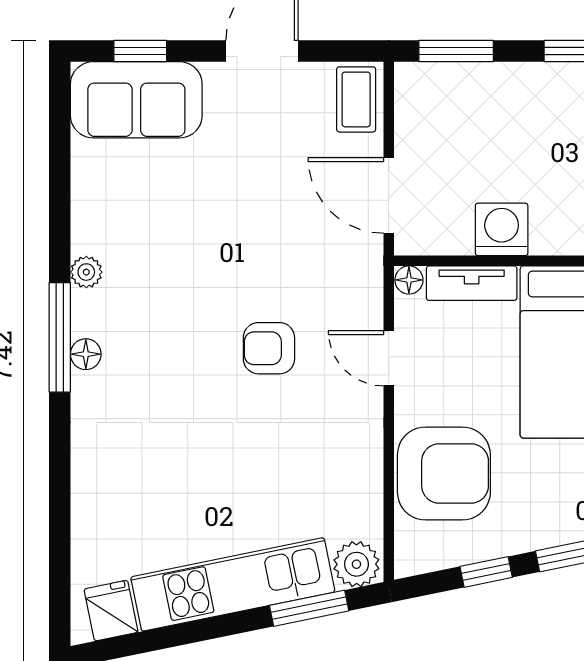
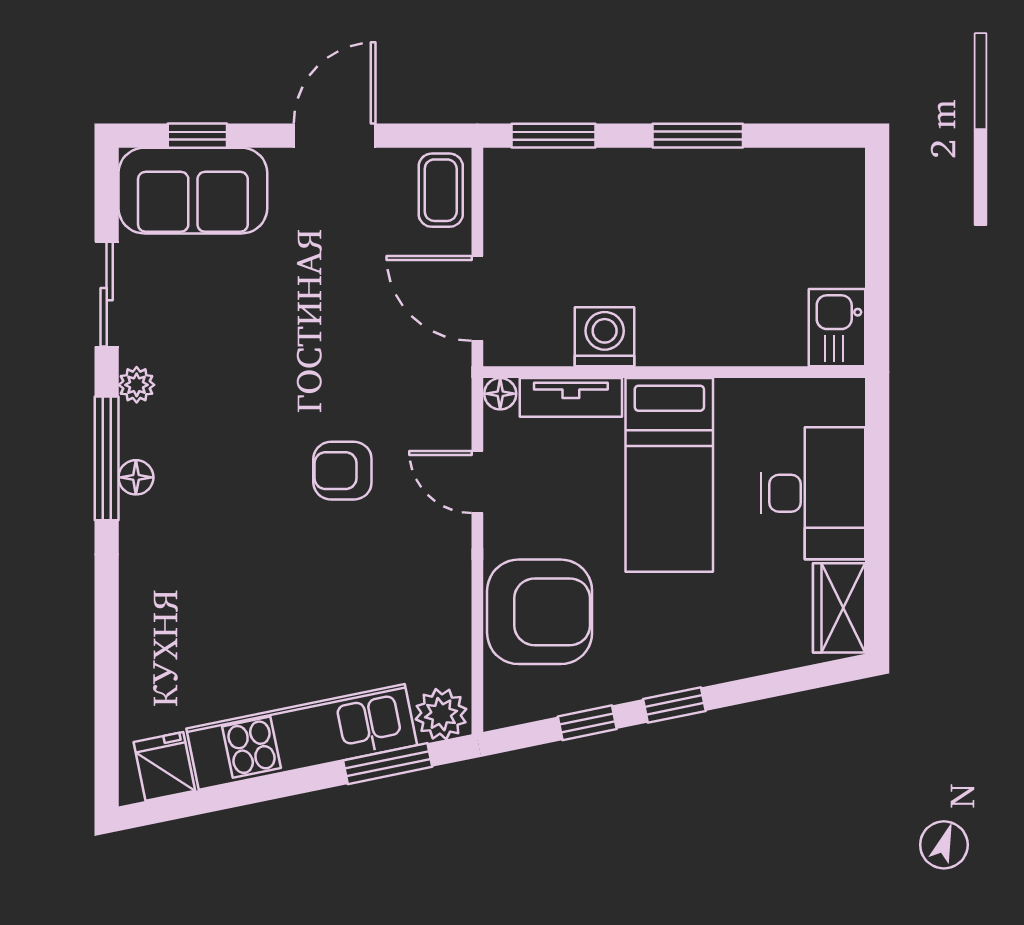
sliding door: (60, 192) -> (107, 294), added

